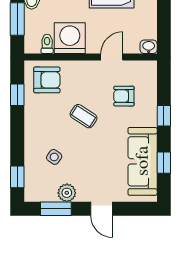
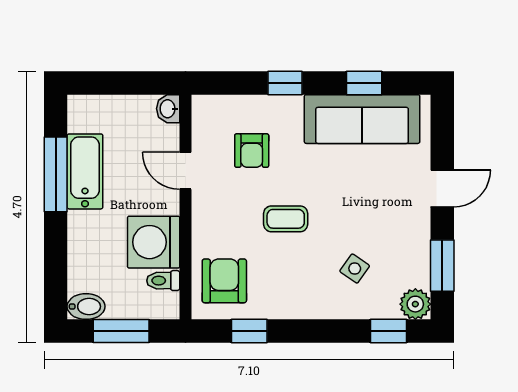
coffee table: (84, 116) -> (286, 219), turned 57
plant: (67, 193) -> (415, 304), moved

